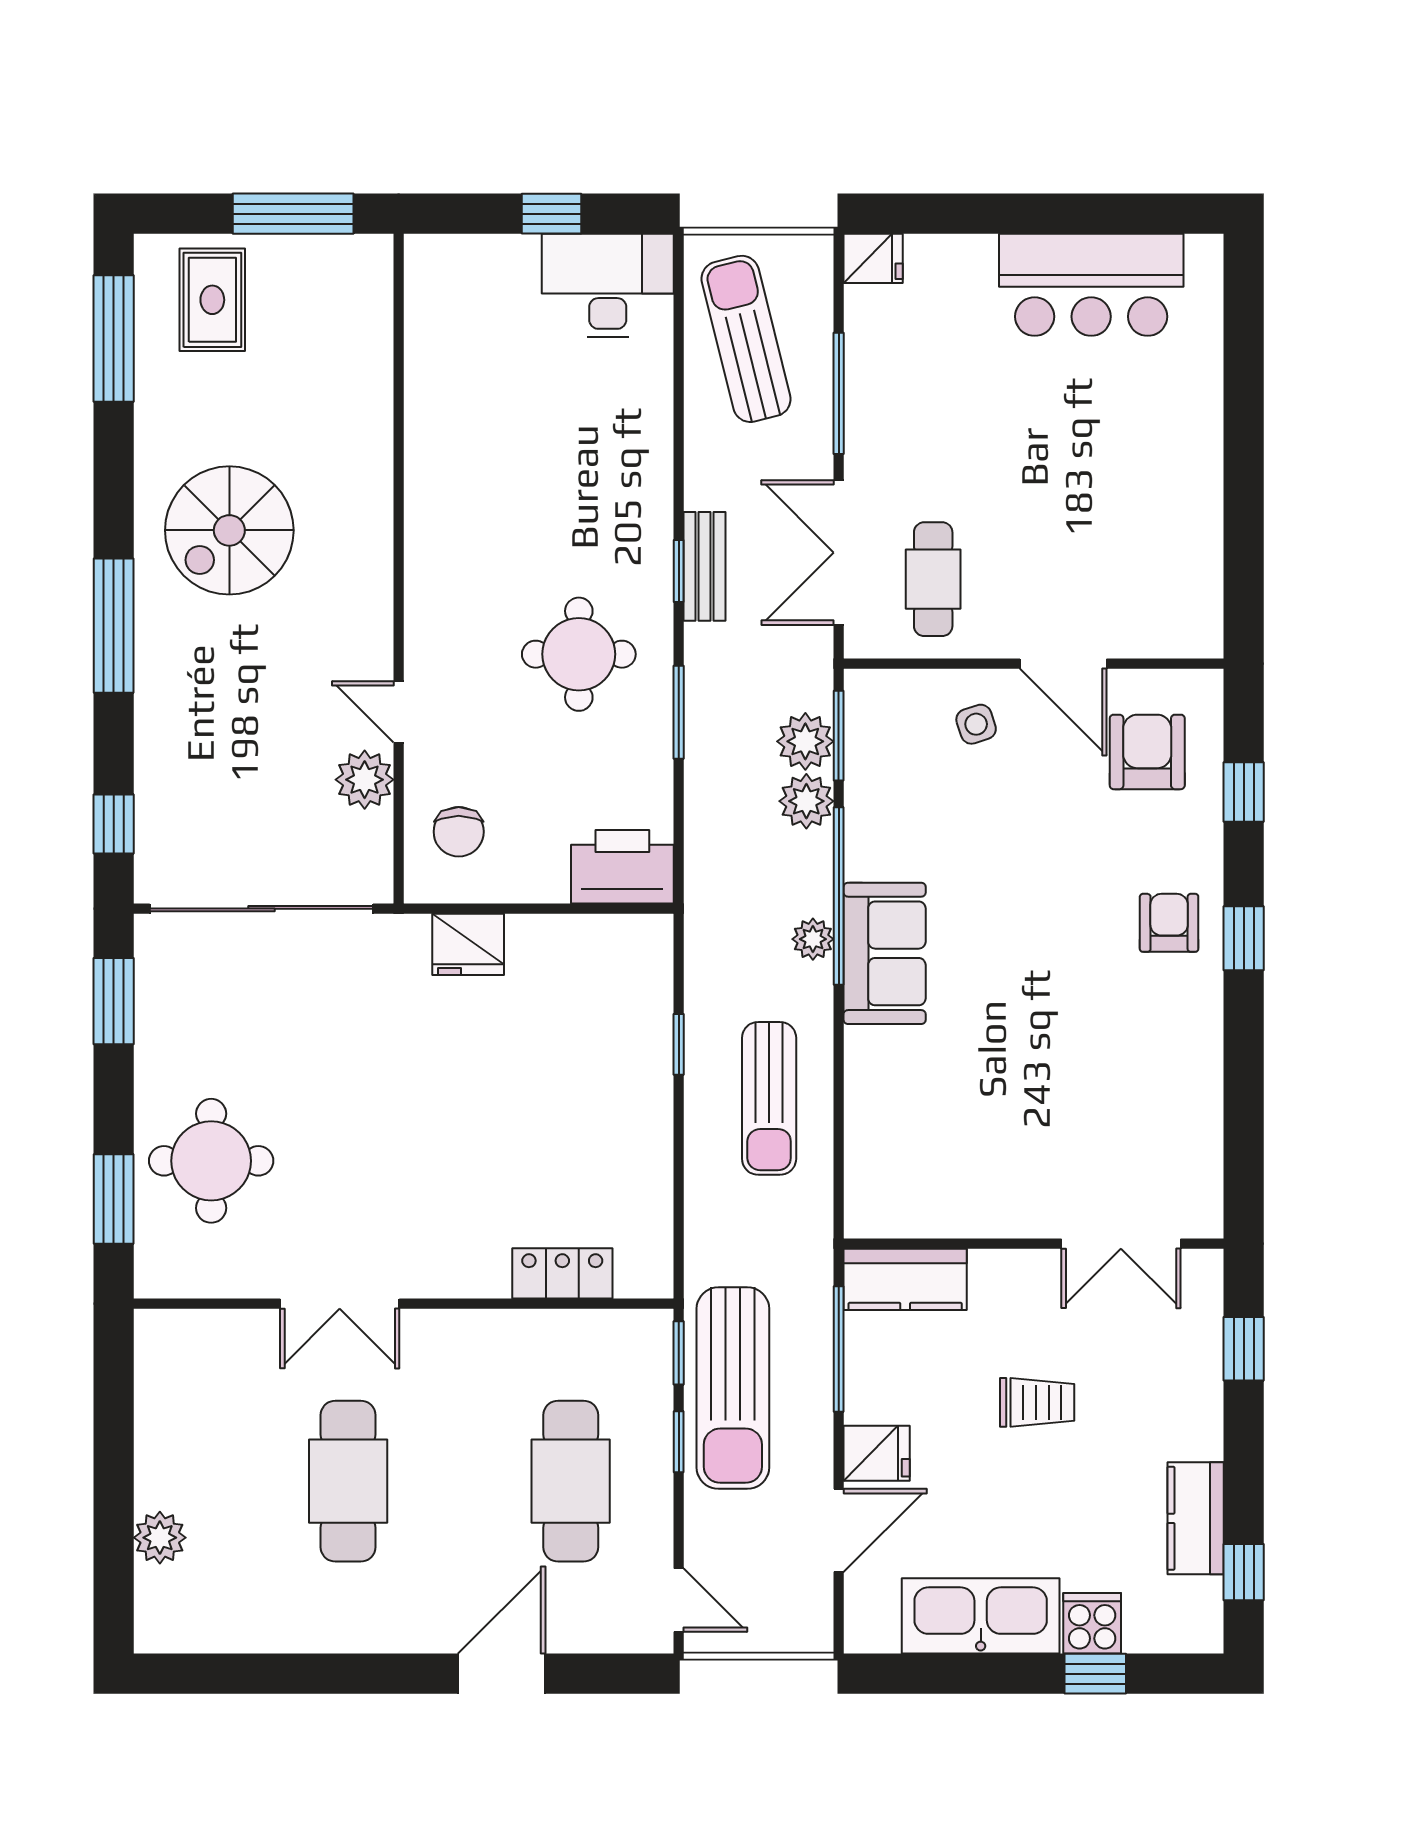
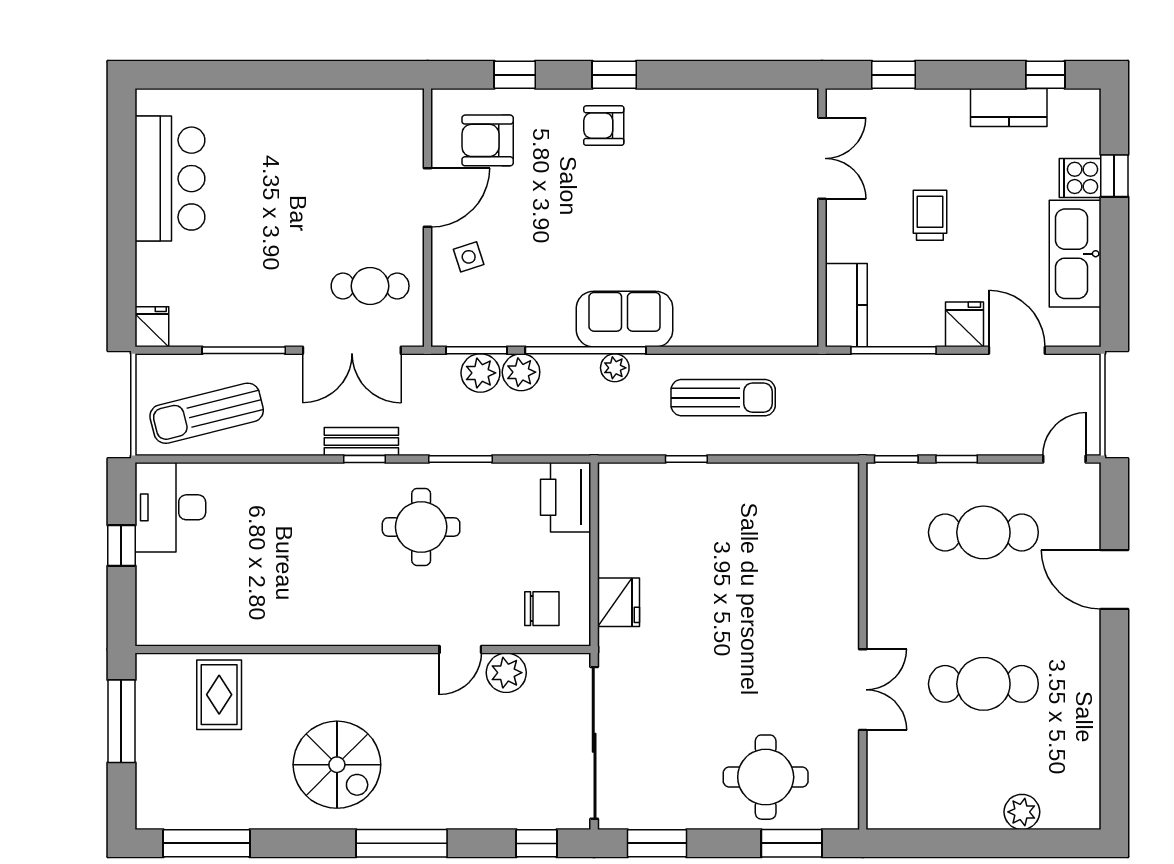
rug: (212, 300) -> (219, 695), moved, turned 90
locker: (562, 1273) -> (842, 538), removed
sun lounger: (733, 1388) -> (920, 422), removed

